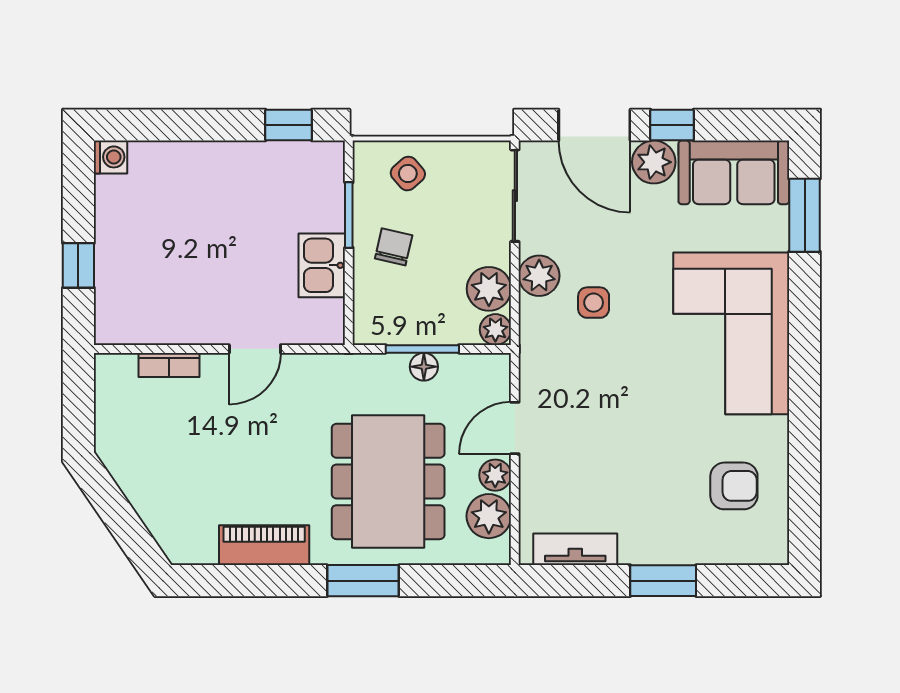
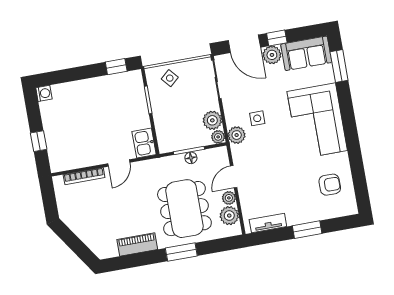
chair: (394, 247) -> (169, 110), removed
kitchen sink: (322, 265) -> (144, 143), moved
plant: (539, 276) -> (237, 135), moved
bookcase: (169, 365) -> (84, 176), width x1.56

